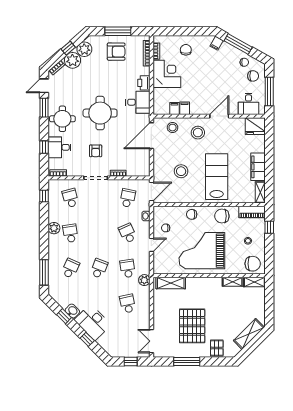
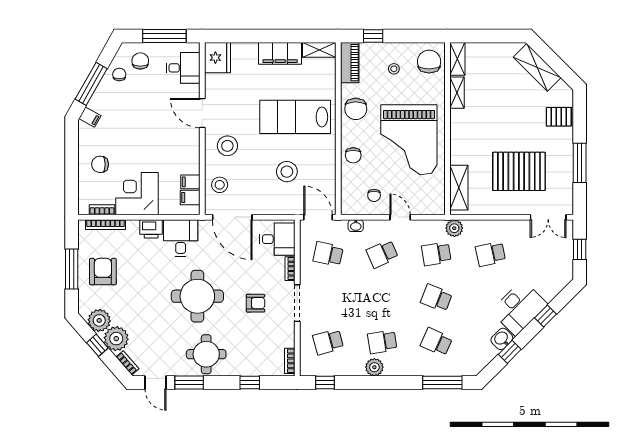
filing cabinet: (185, 108) -> (190, 198), moved
desk: (59, 147) -> (277, 239), moved, turned -90
pallet: (192, 326) -> (519, 171), moved

